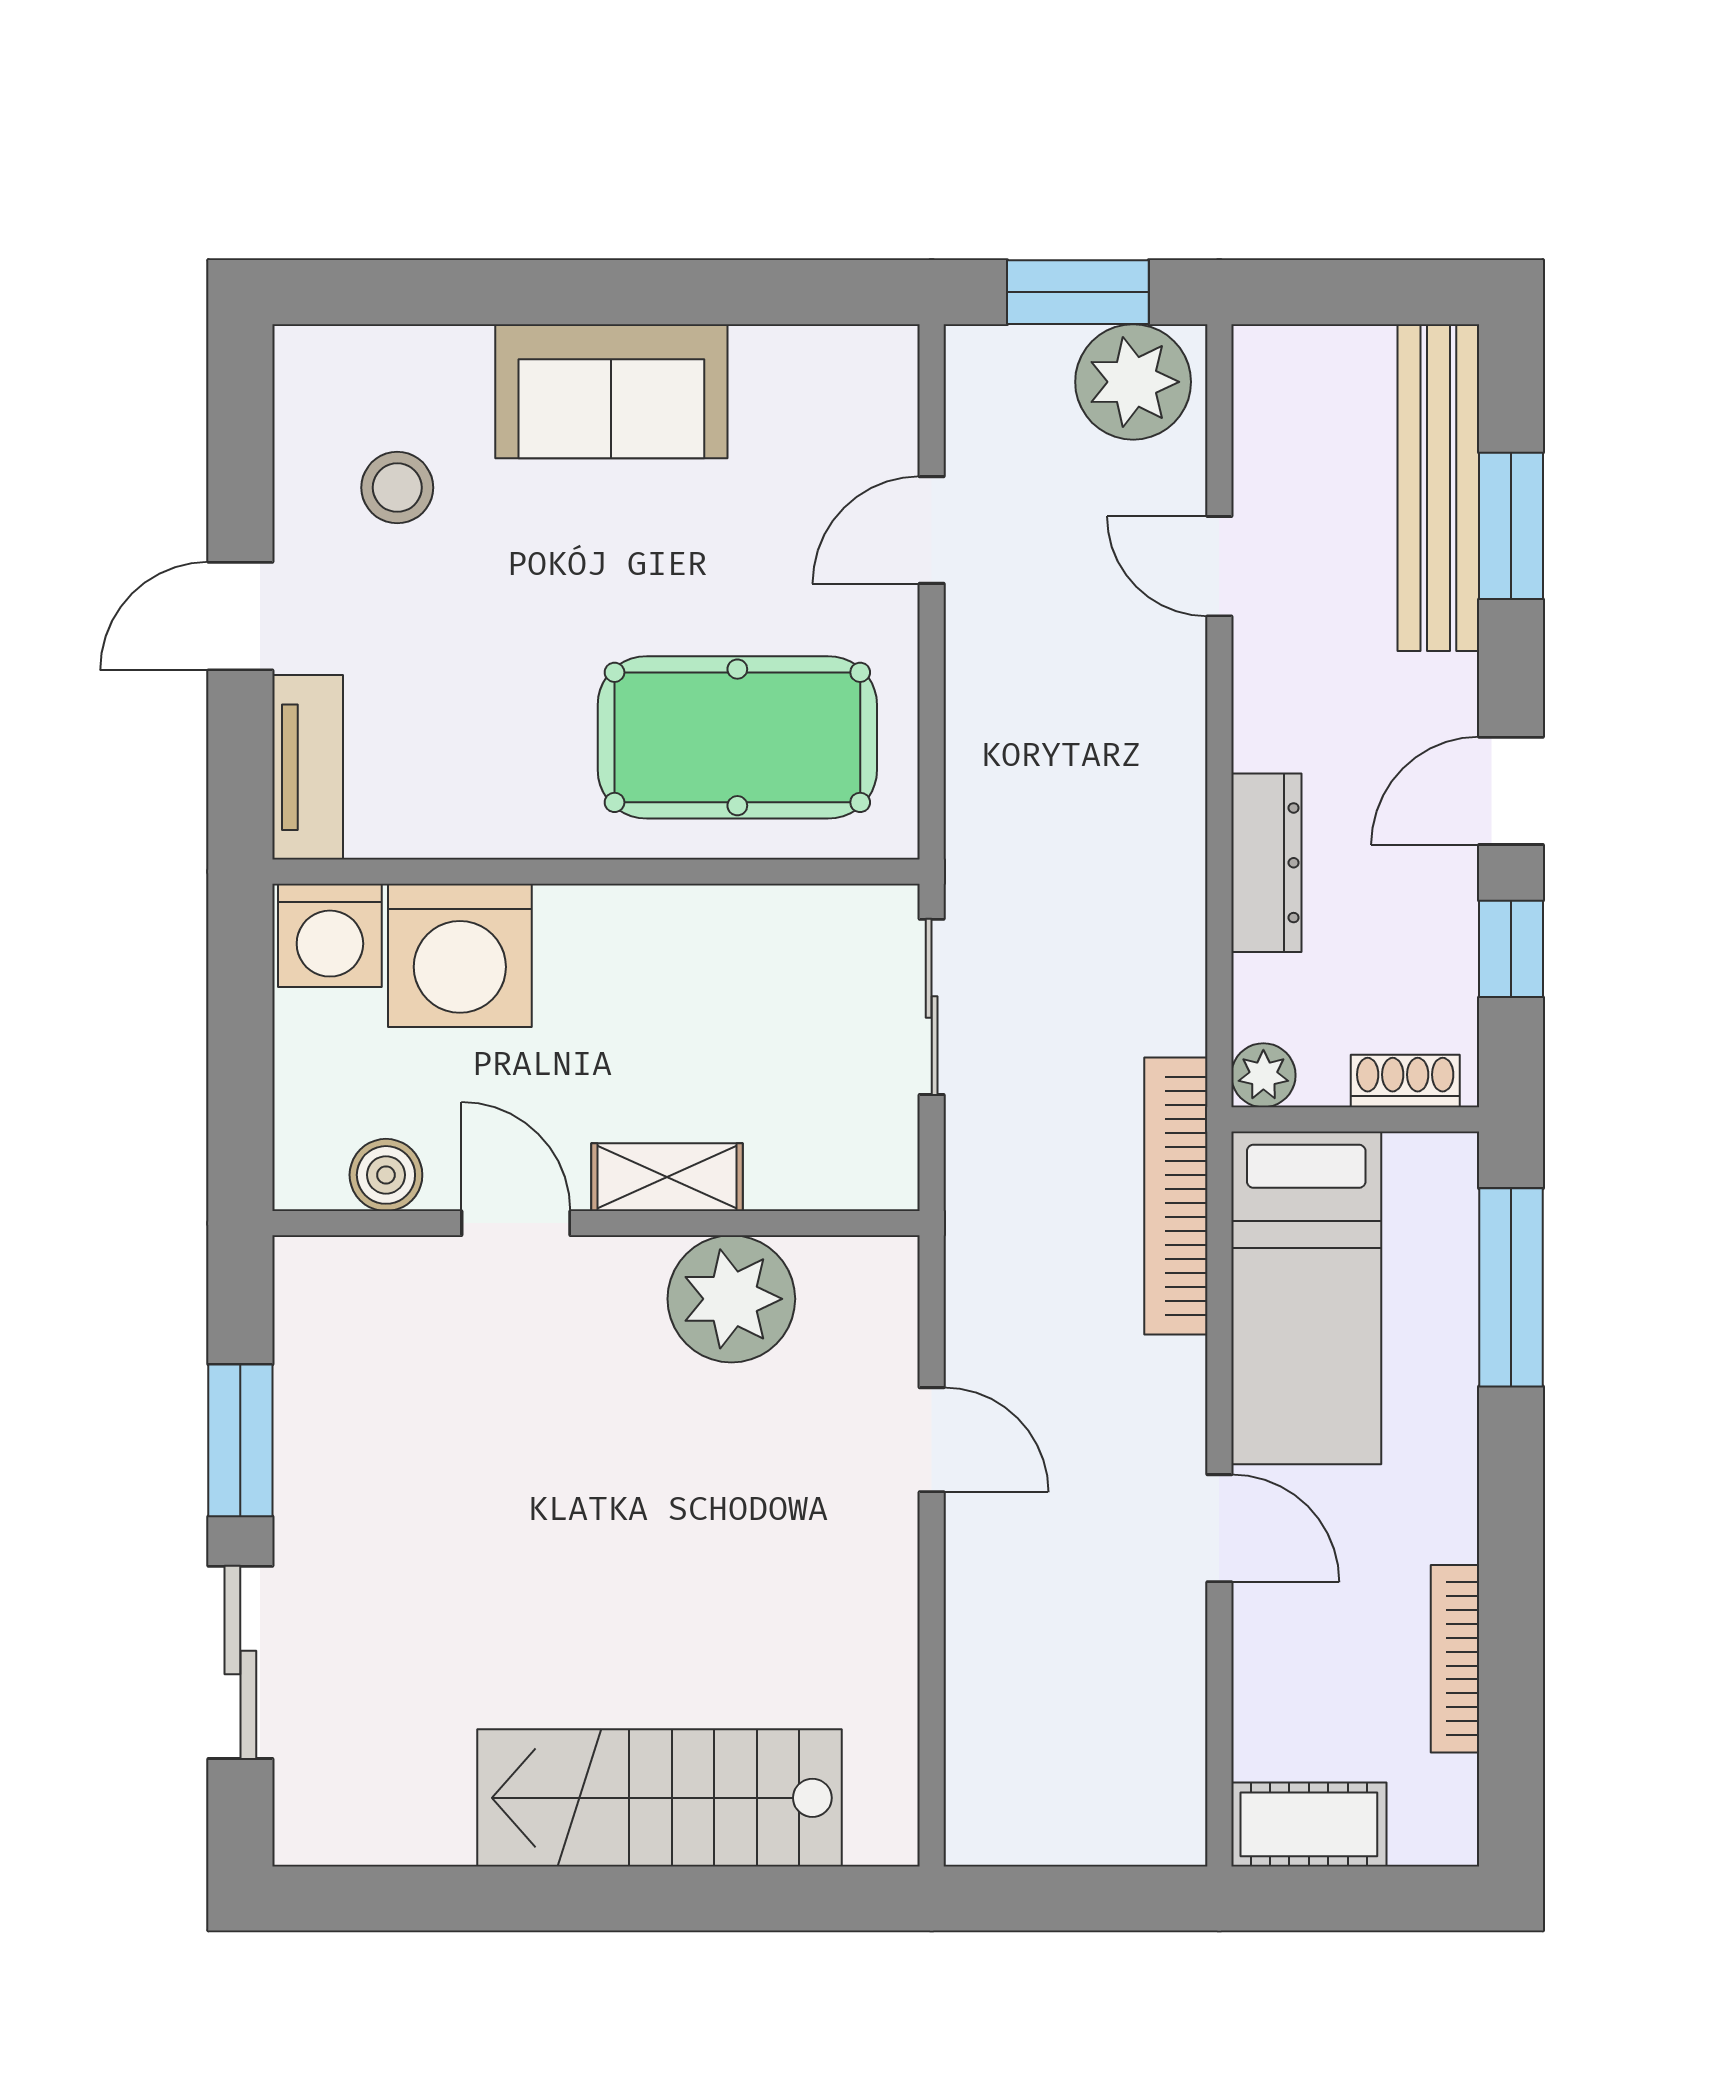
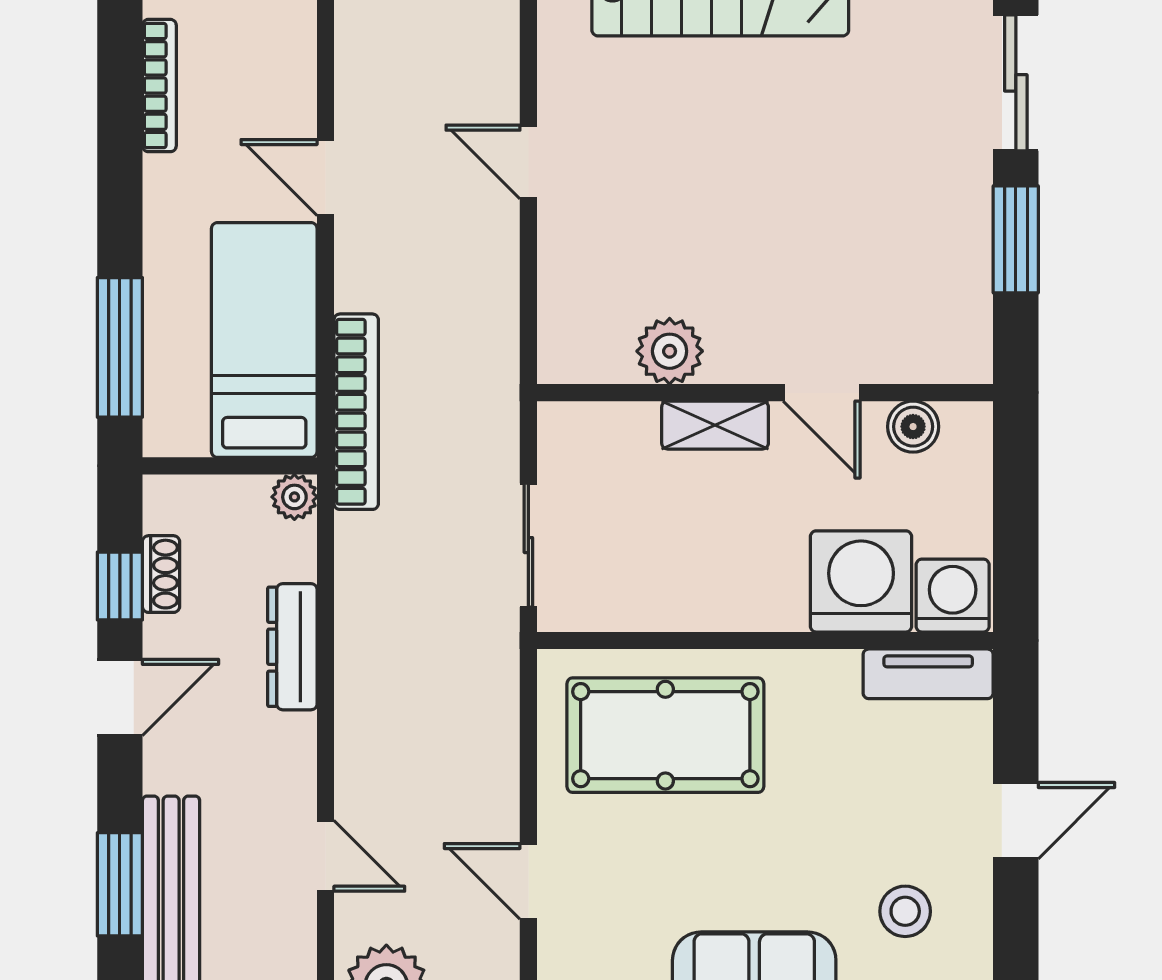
door: (932, 530) -> (528, 881), swing flipped
tv unit: (308, 767) -> (928, 674), moved, turned -90
shoe rack: (1405, 1081) -> (161, 574), moved, turned -90
plant: (731, 1299) -> (670, 351), width x0.73, depth x0.73
door: (932, 1440) -> (528, 162), moved

